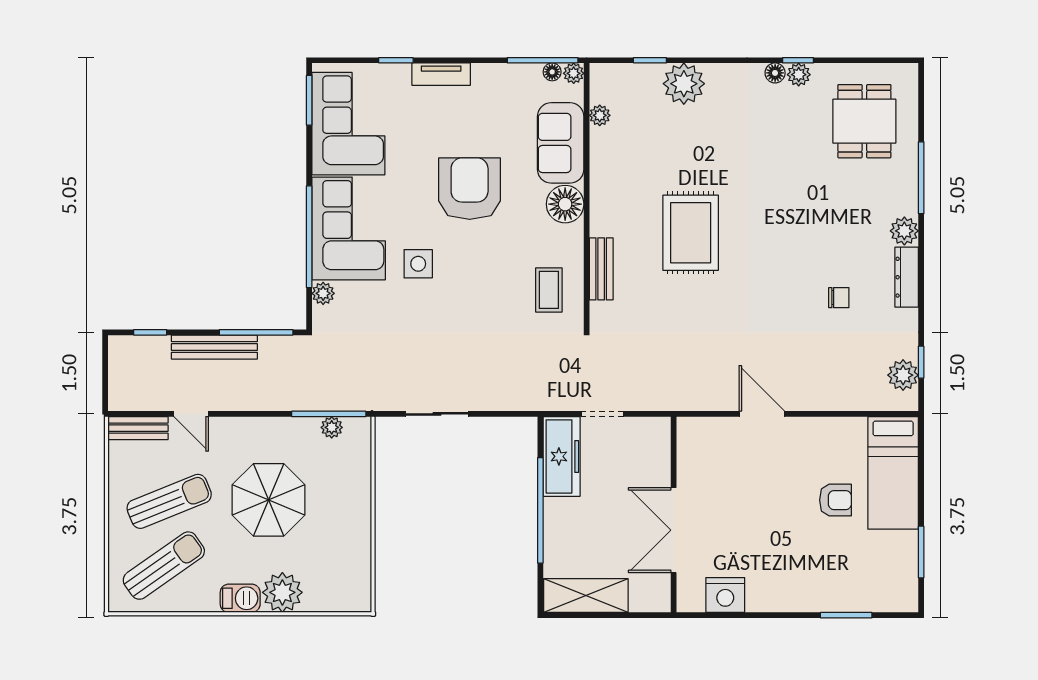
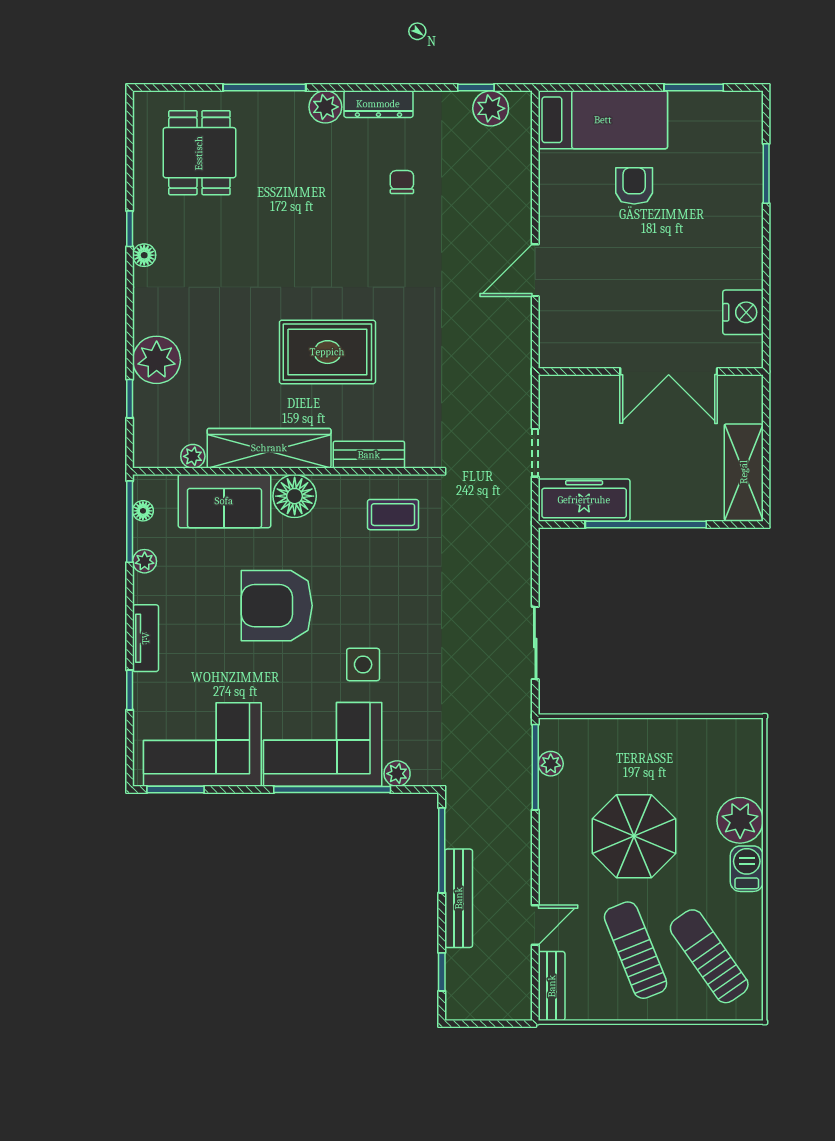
plant: (574, 73) -> (145, 561), moved
plant: (799, 75) -> (146, 228), removed
dining table: (864, 121) -> (199, 153), turned 90
wardrobe: (607, 182) -> (269, 448), added

